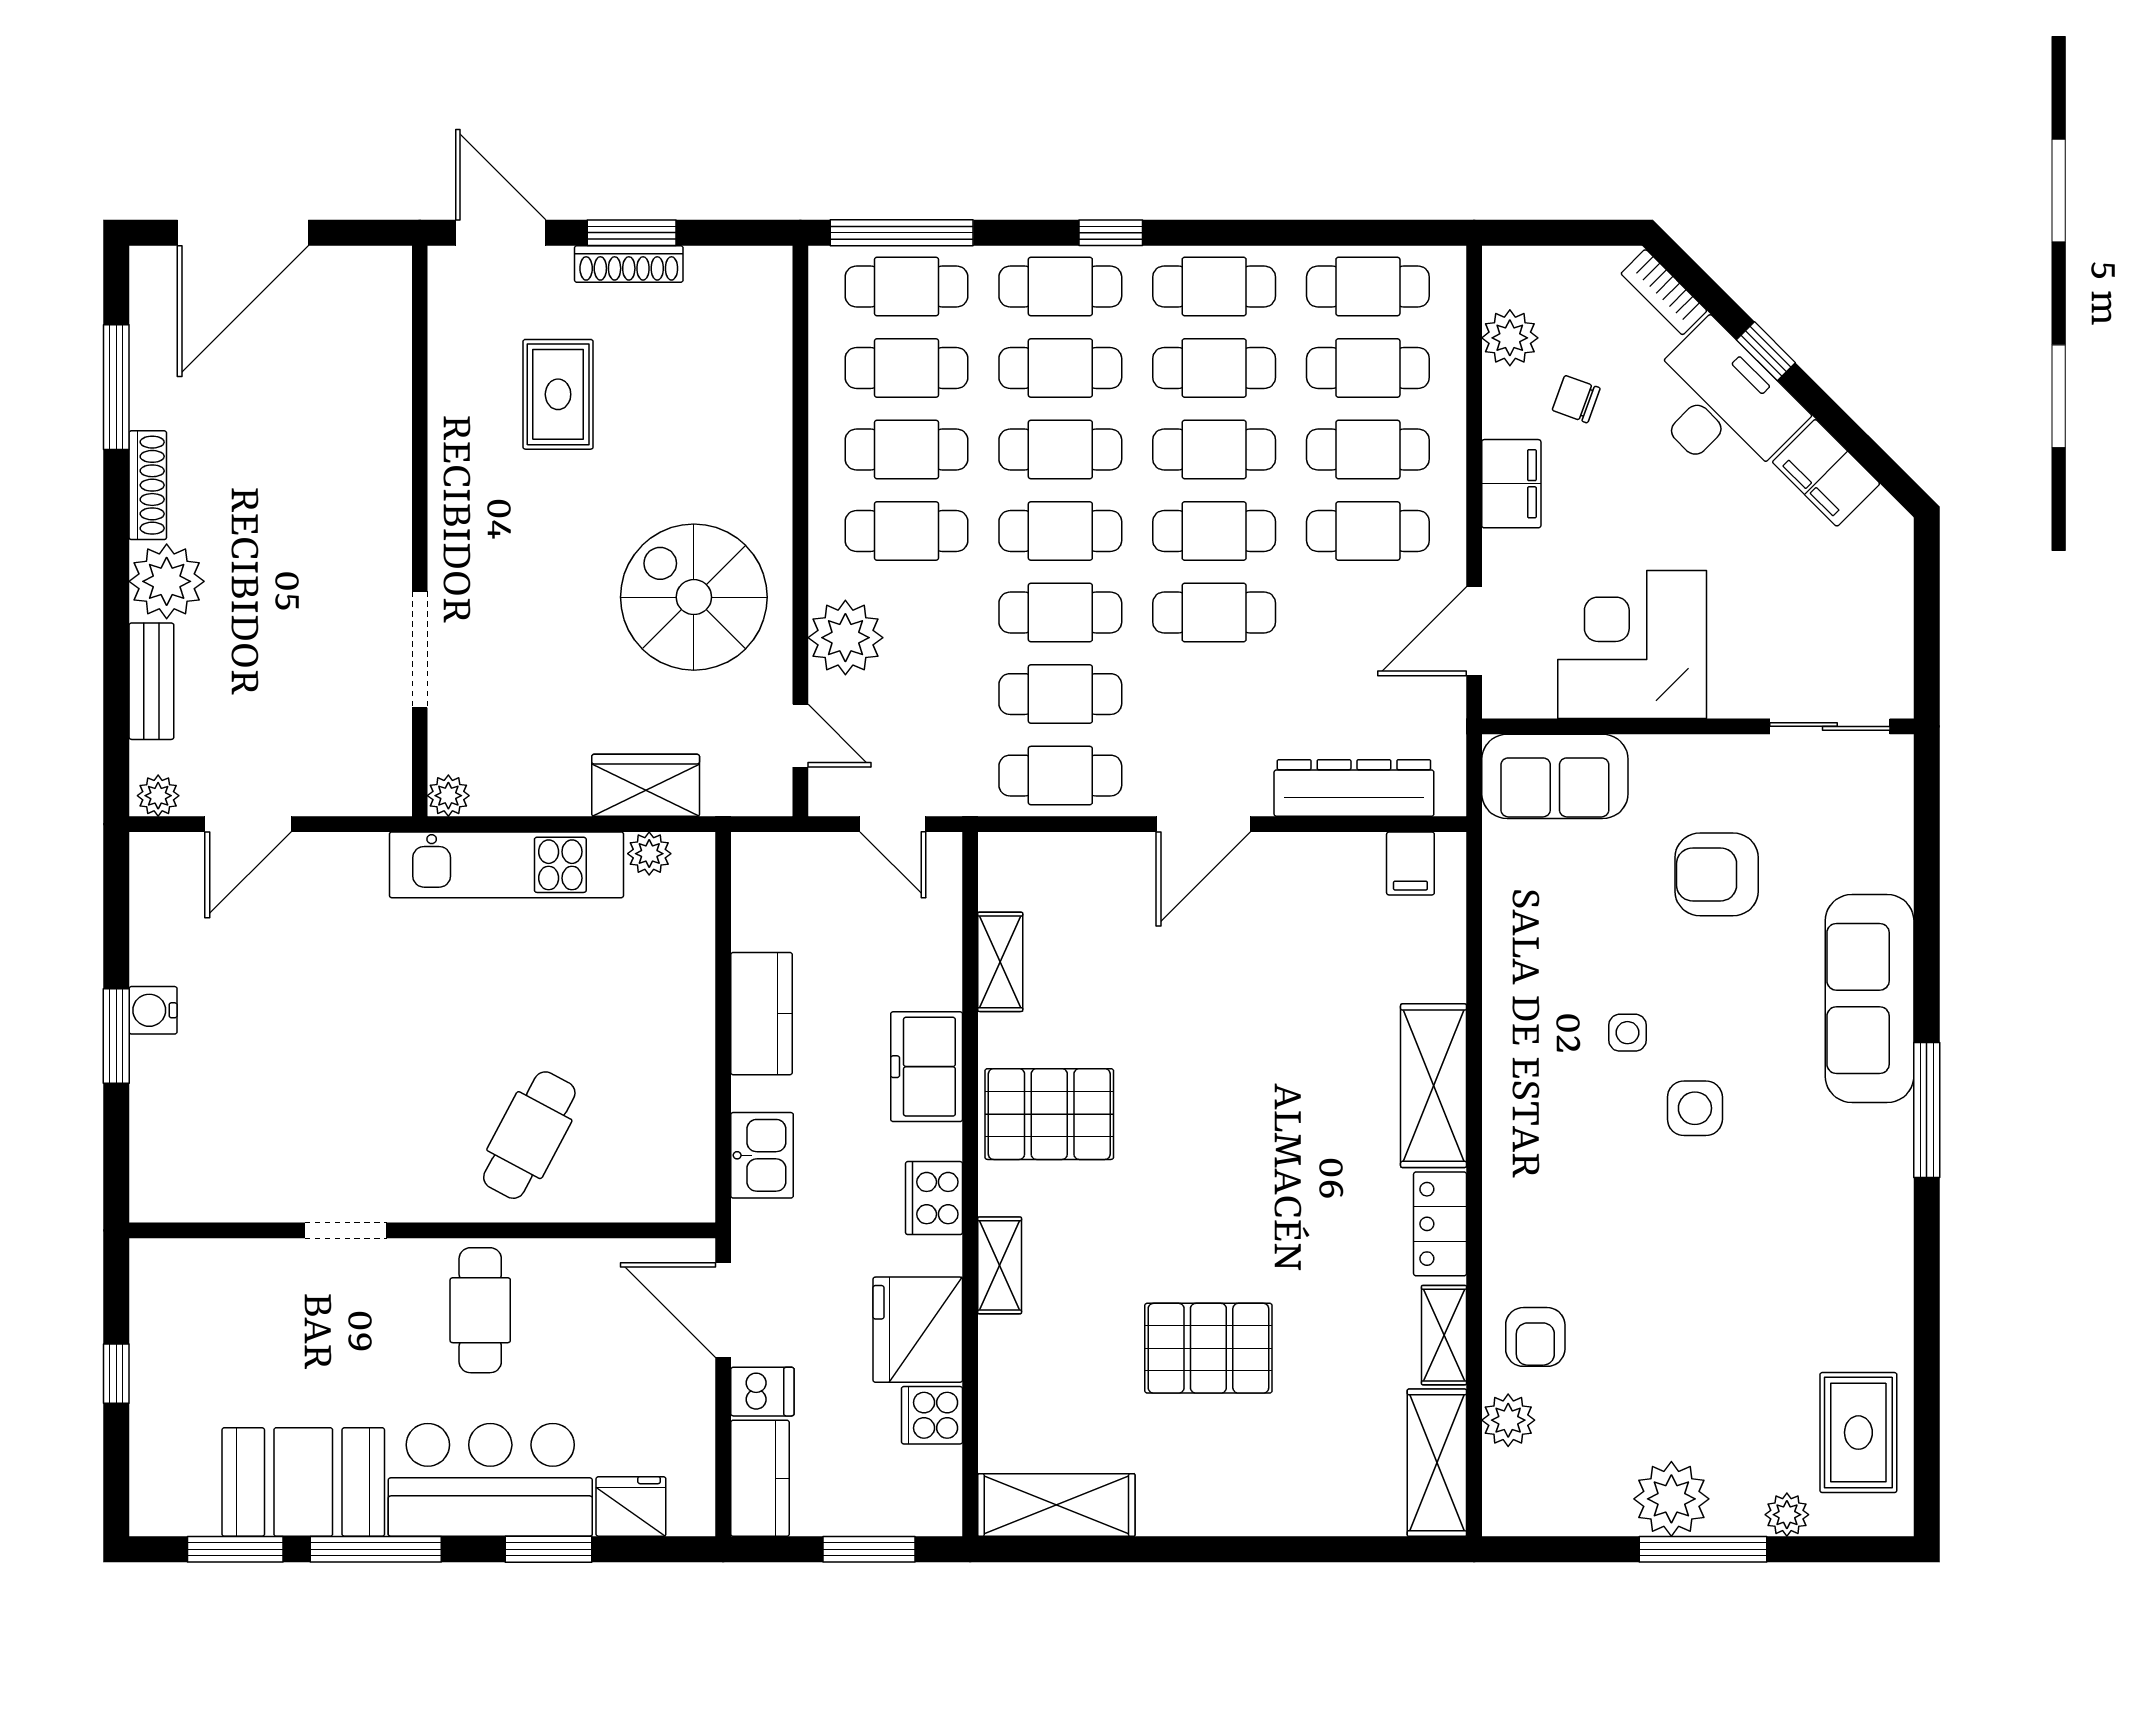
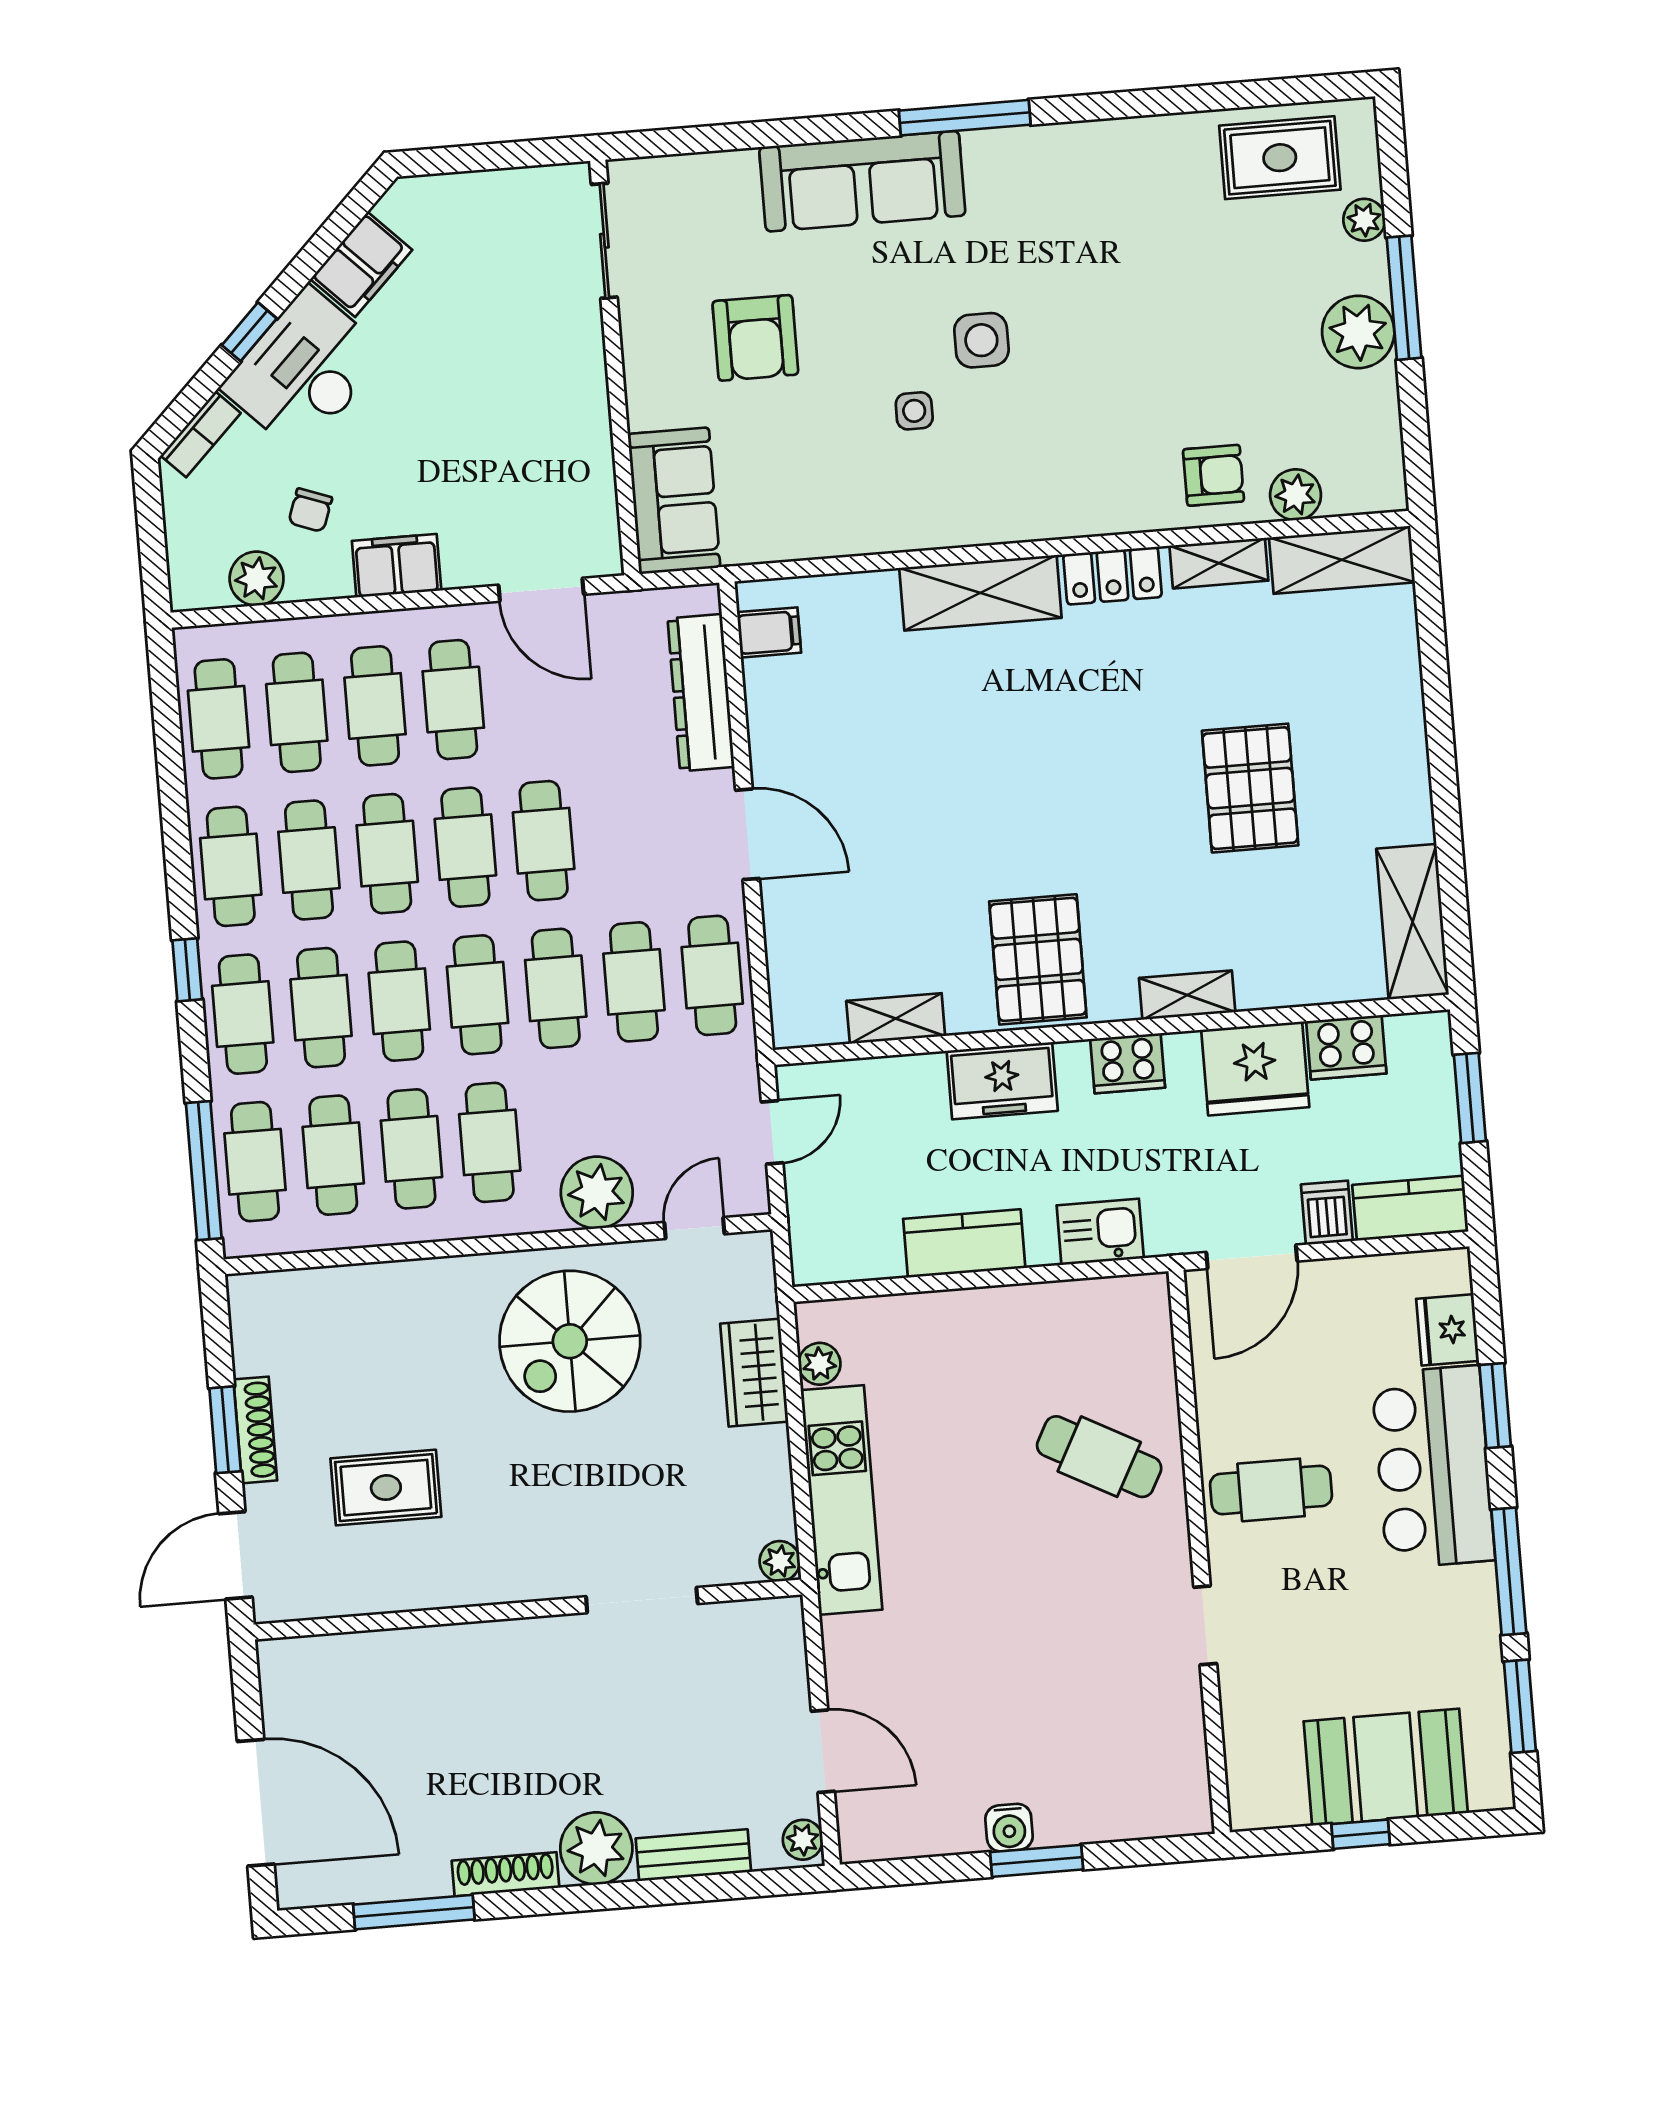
corner desk: (1632, 645) -> (541, 437), removed
cooker: (932, 1415) -> (1346, 1047), width x1.36
booth: (303, 1482) -> (1386, 1767), moved, turned 90

